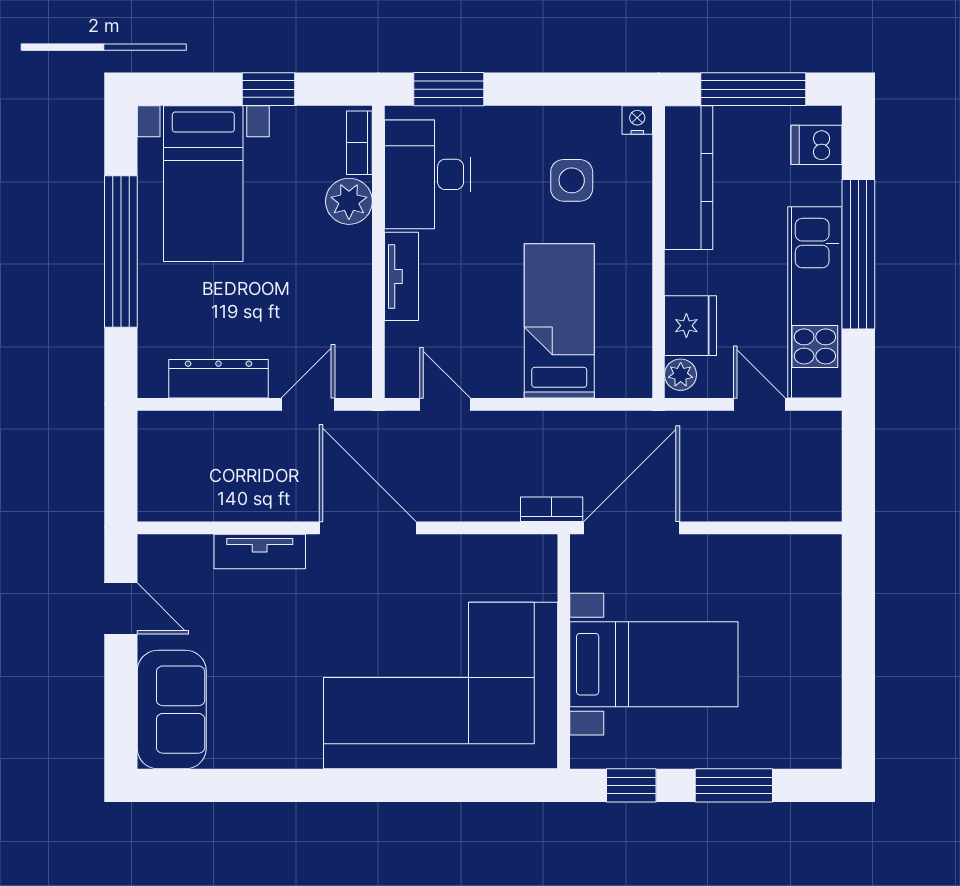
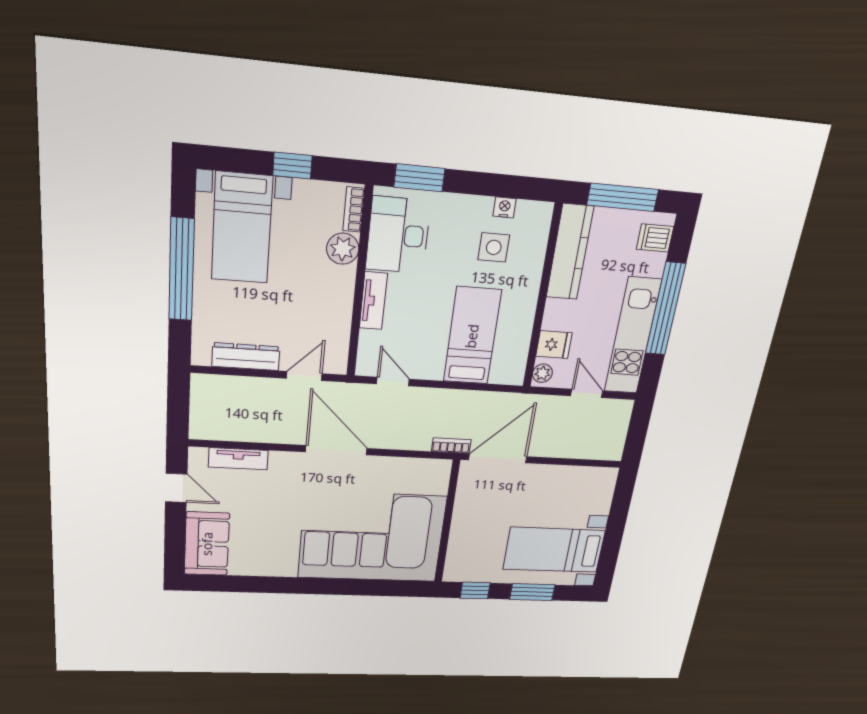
nightstand: (637, 120) -> (505, 207), moved
fridge: (691, 326) -> (554, 345), width x0.72
tv unit: (260, 552) -> (238, 459), moved
bed with nightstands: (654, 664) -> (554, 550), moved, turned 180

